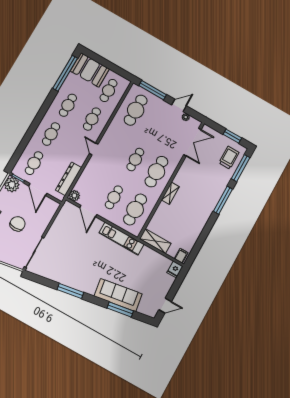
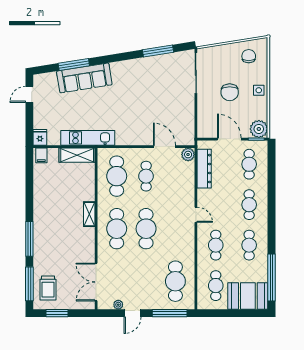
cafe table: (135, 160) -> (146, 229), width x1.37, depth x1.35
kitchen unit: (122, 239) -> (88, 138), moved
window: (70, 291) -> (158, 51), moved

